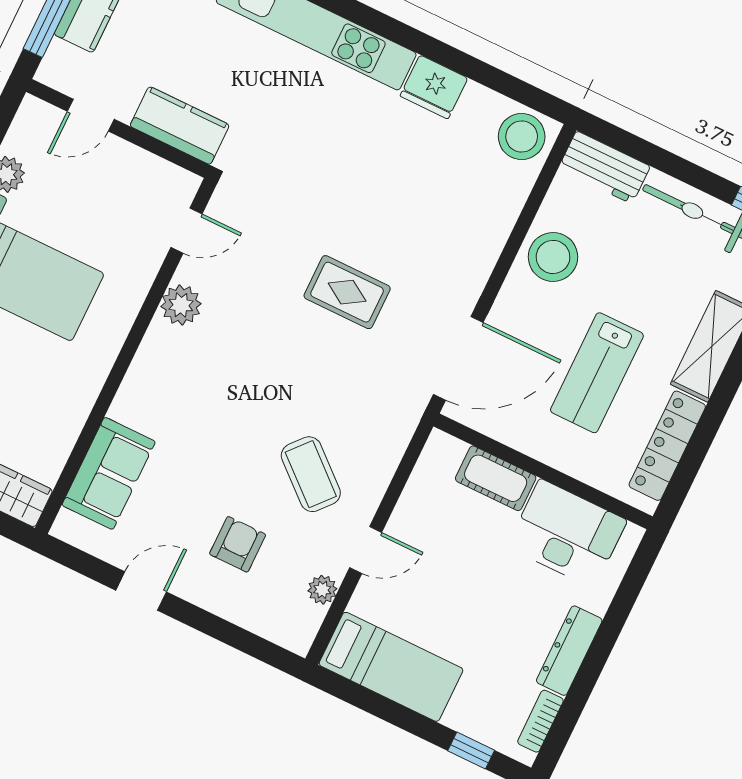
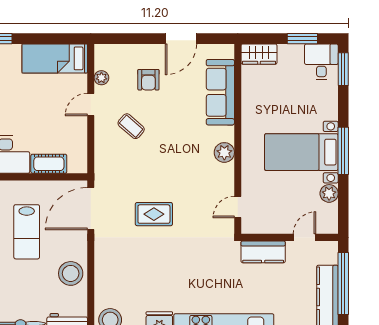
plant: (181, 305) -> (224, 152), moved
lab bench: (597, 373) -> (27, 232), turned 180
sofa: (109, 473) -> (220, 92), width x1.36
coffee table: (311, 474) -> (131, 126), width x0.73, depth x0.77
door: (141, 591) -> (181, 39), width x1.38

